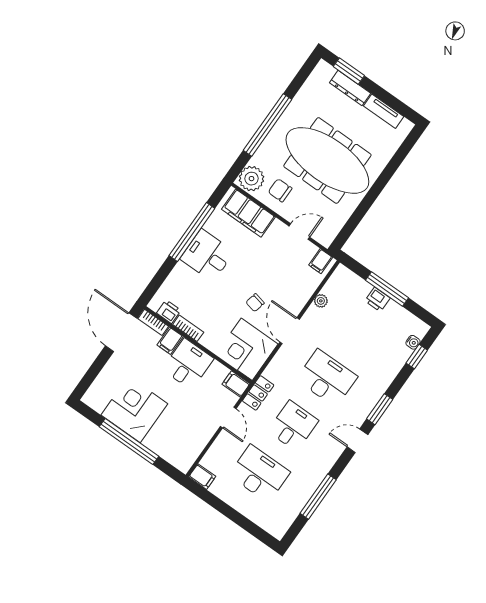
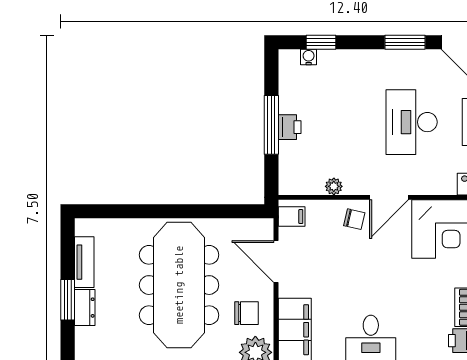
window: (349, 71) -> (68, 300), moved
dresser: (350, 88) -> (85, 308), width x0.70
chair: (280, 190) -> (247, 313), turned -90
door: (299, 232) -> (276, 261), width x1.37
chair: (255, 303) -> (354, 219), moved

